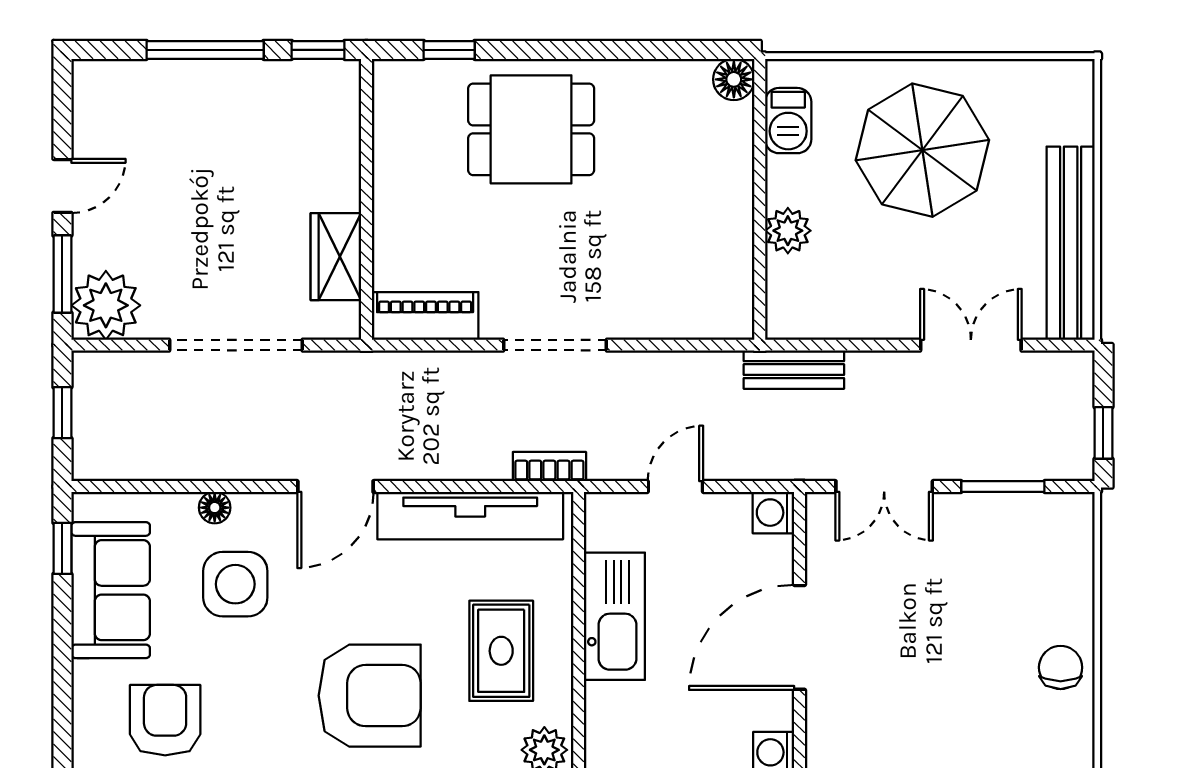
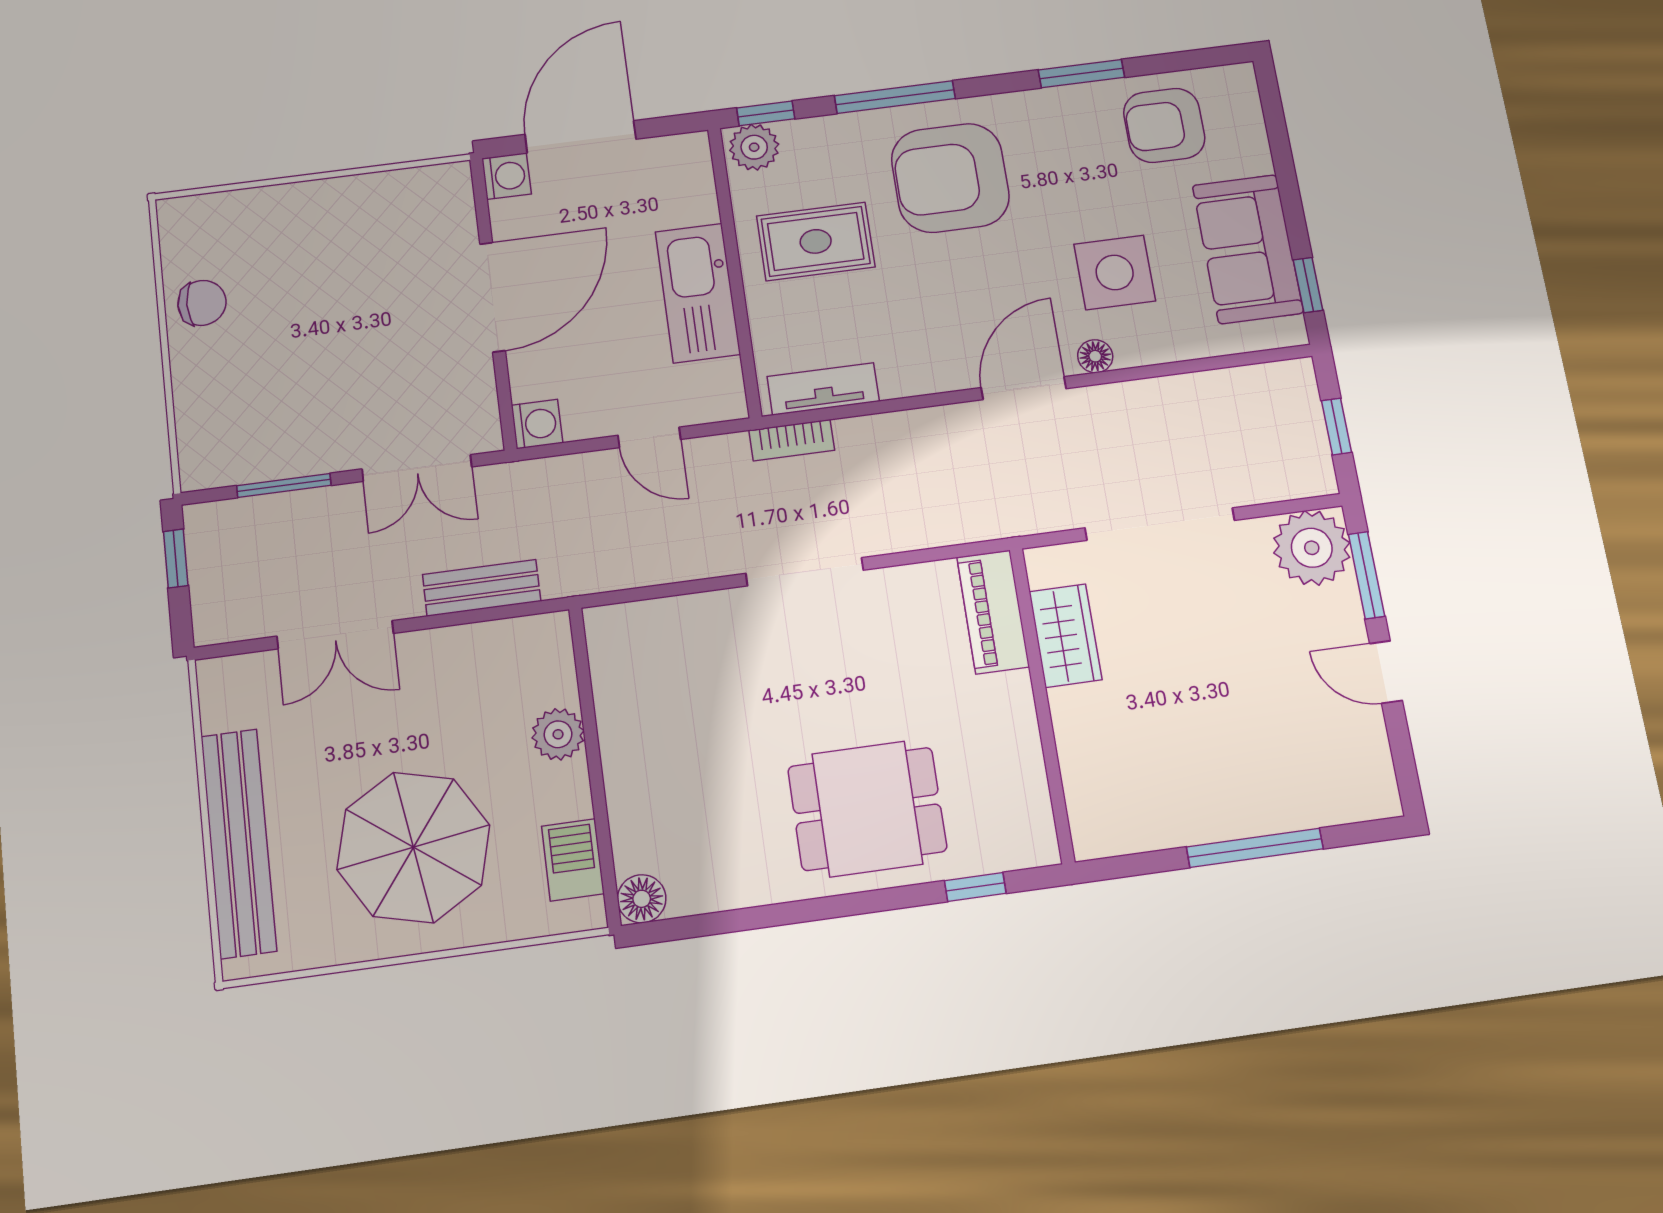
window: (318, 50) -> (1126, 866), removed
door: (62, 186) -> (1386, 672), hinge flipped
bench: (1071, 243) -> (239, 843), moved
piano: (425, 316) -> (993, 612), moved, turned 90
bench: (794, 370) -> (482, 588), moved
door: (675, 487) -> (649, 437), hinge flipped
double door: (884, 487) -> (417, 468), swing flipped
floor lamp: (215, 508) -> (1095, 356), moved
tv unit: (470, 516) -> (823, 389), width x0.52, depth x0.78
rug: (501, 651) -> (816, 241), turned 90
chair: (1061, 667) -> (202, 303), turned -90
armchair: (165, 720) -> (1164, 125), turned 90

